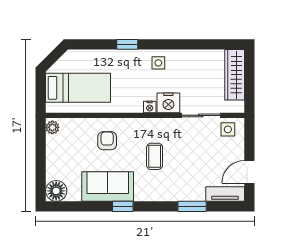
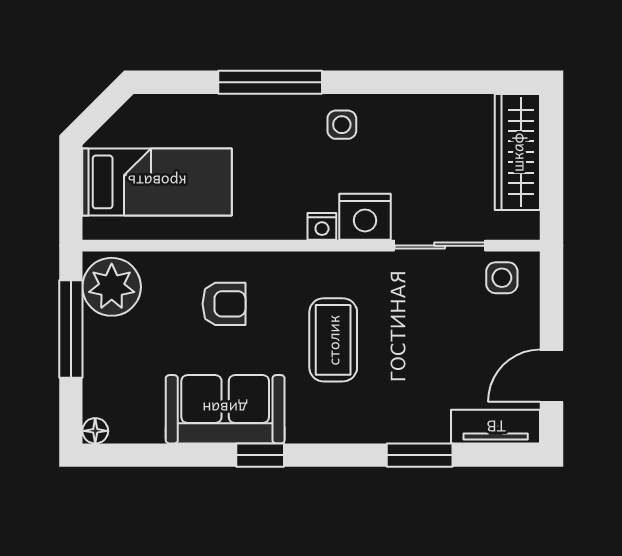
window: (127, 44) -> (270, 82), width x2.17
plant: (52, 127) -> (112, 287), width x1.87, depth x1.87
armchair: (107, 141) -> (224, 304), turned 90
window: (41, 152) -> (71, 329), added
coffee table: (155, 156) -> (333, 340), width x1.36, depth x1.30
floor lamp: (56, 191) -> (95, 431), width x0.53, depth x0.53

